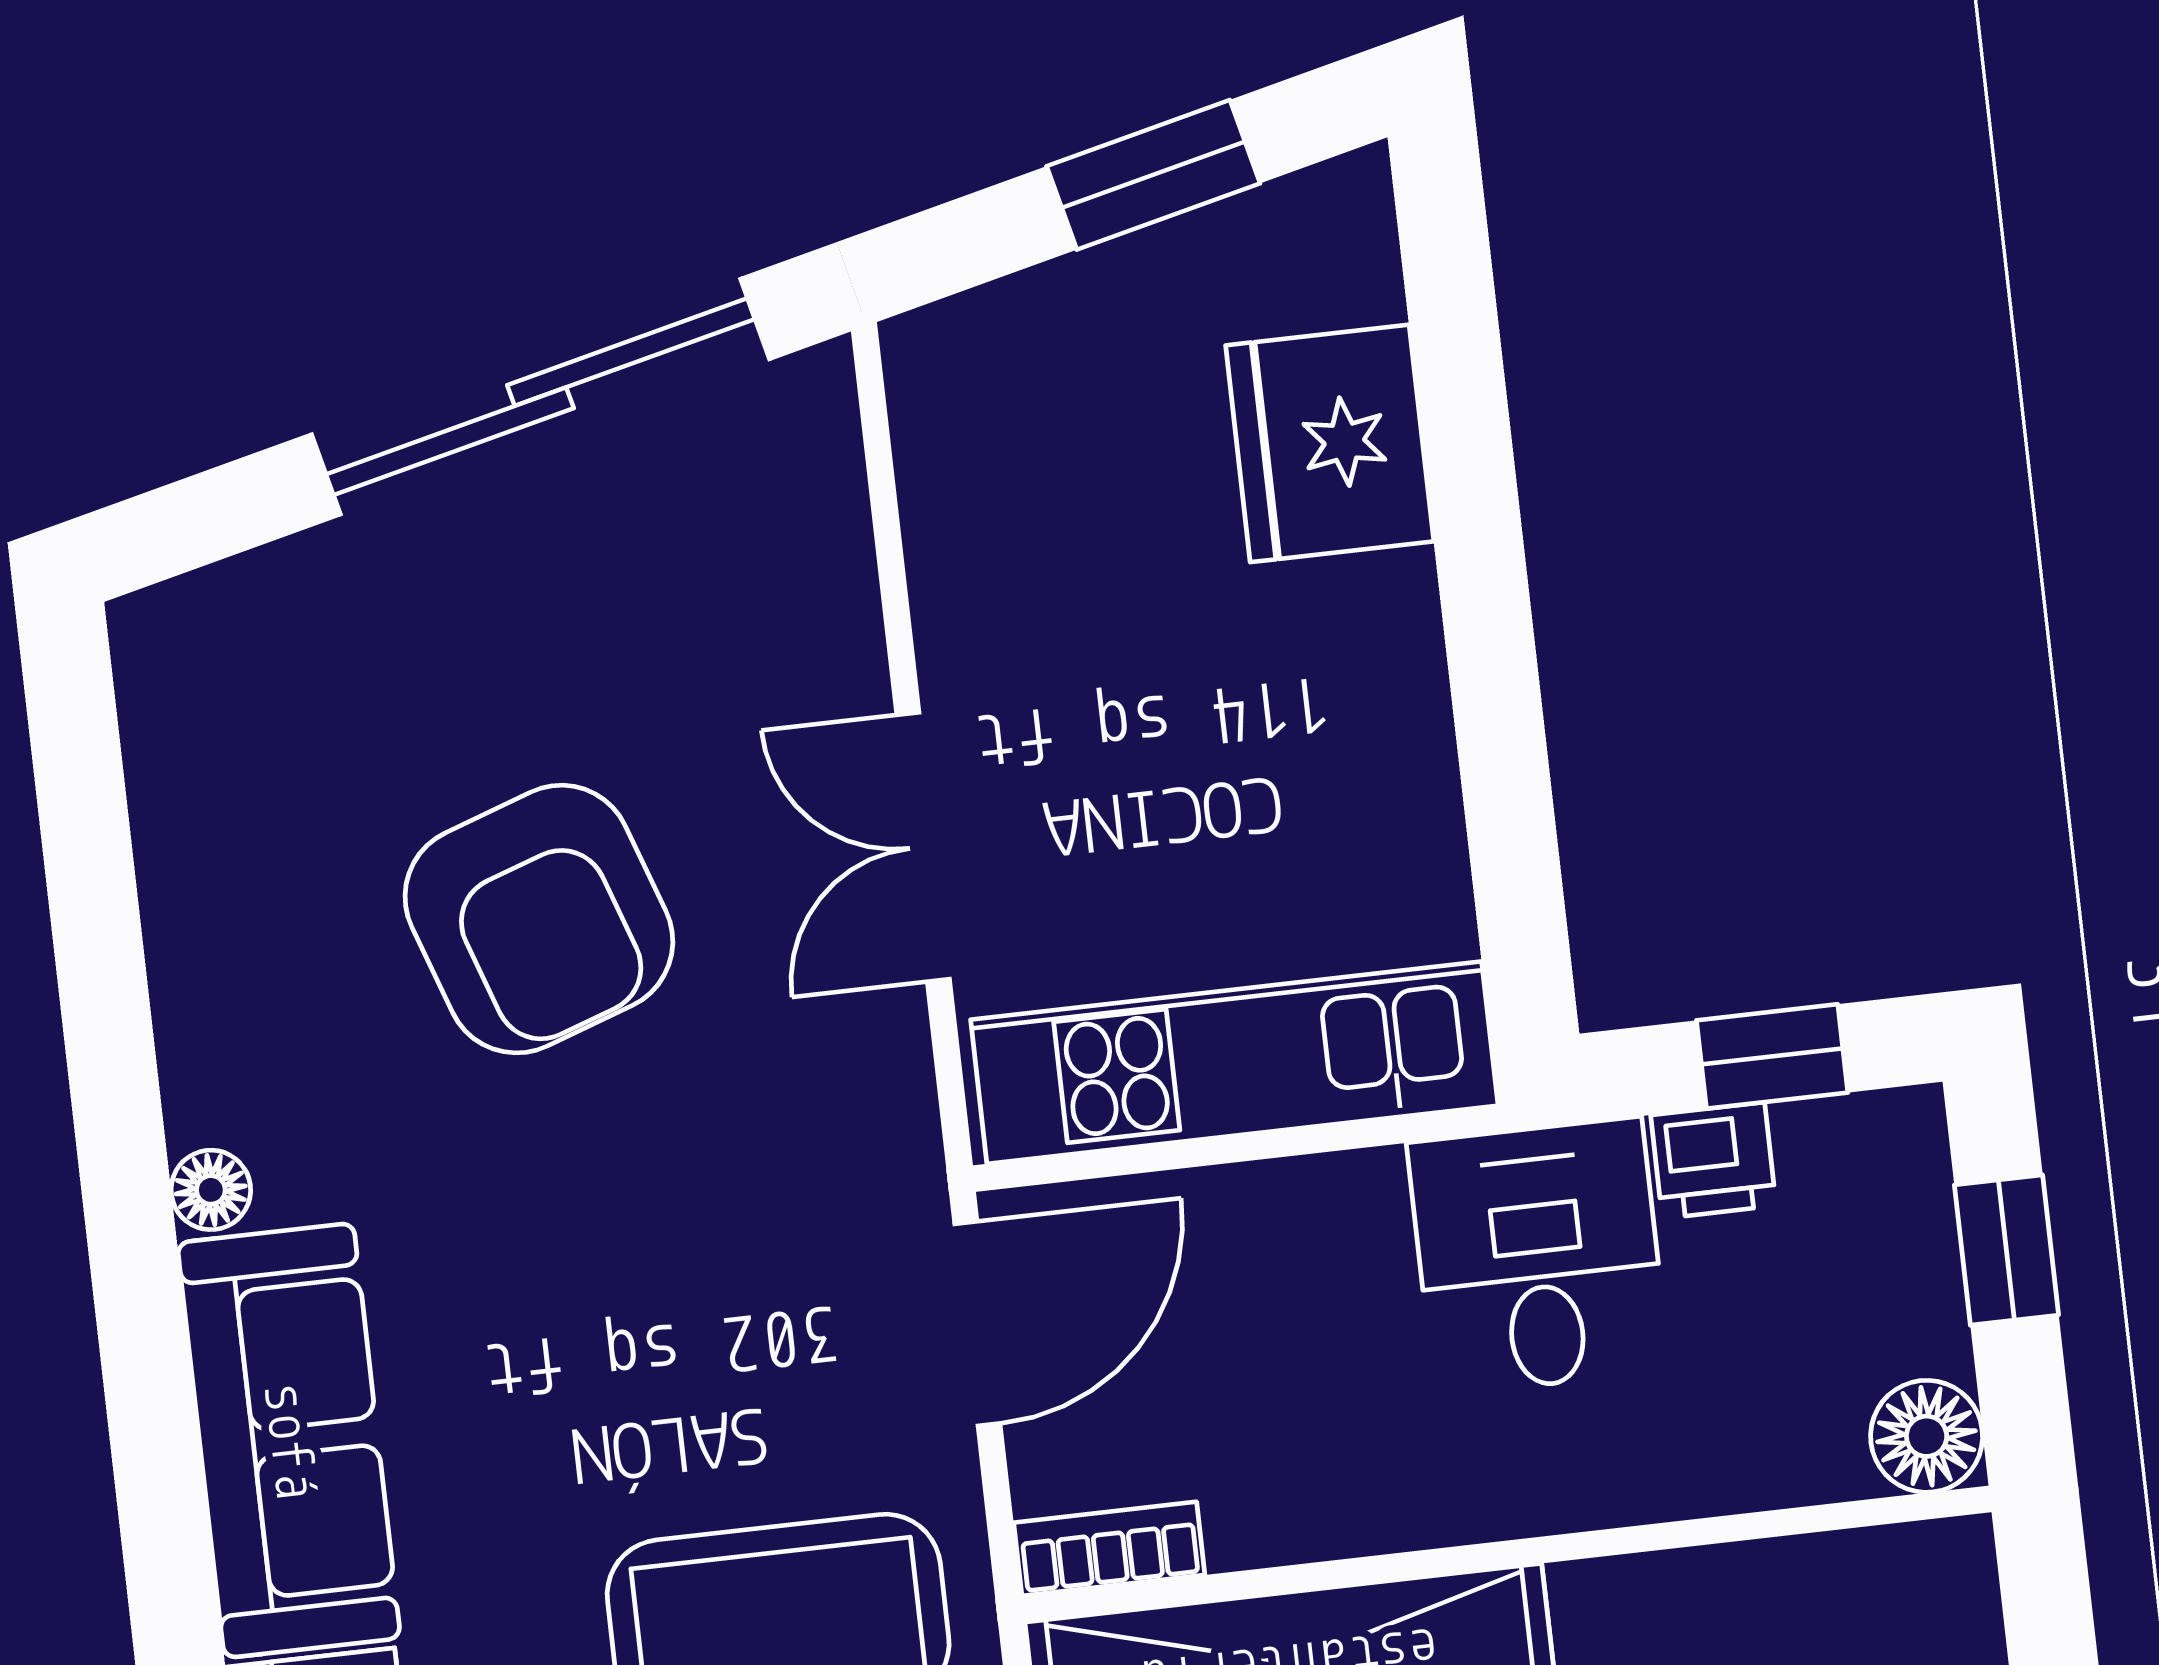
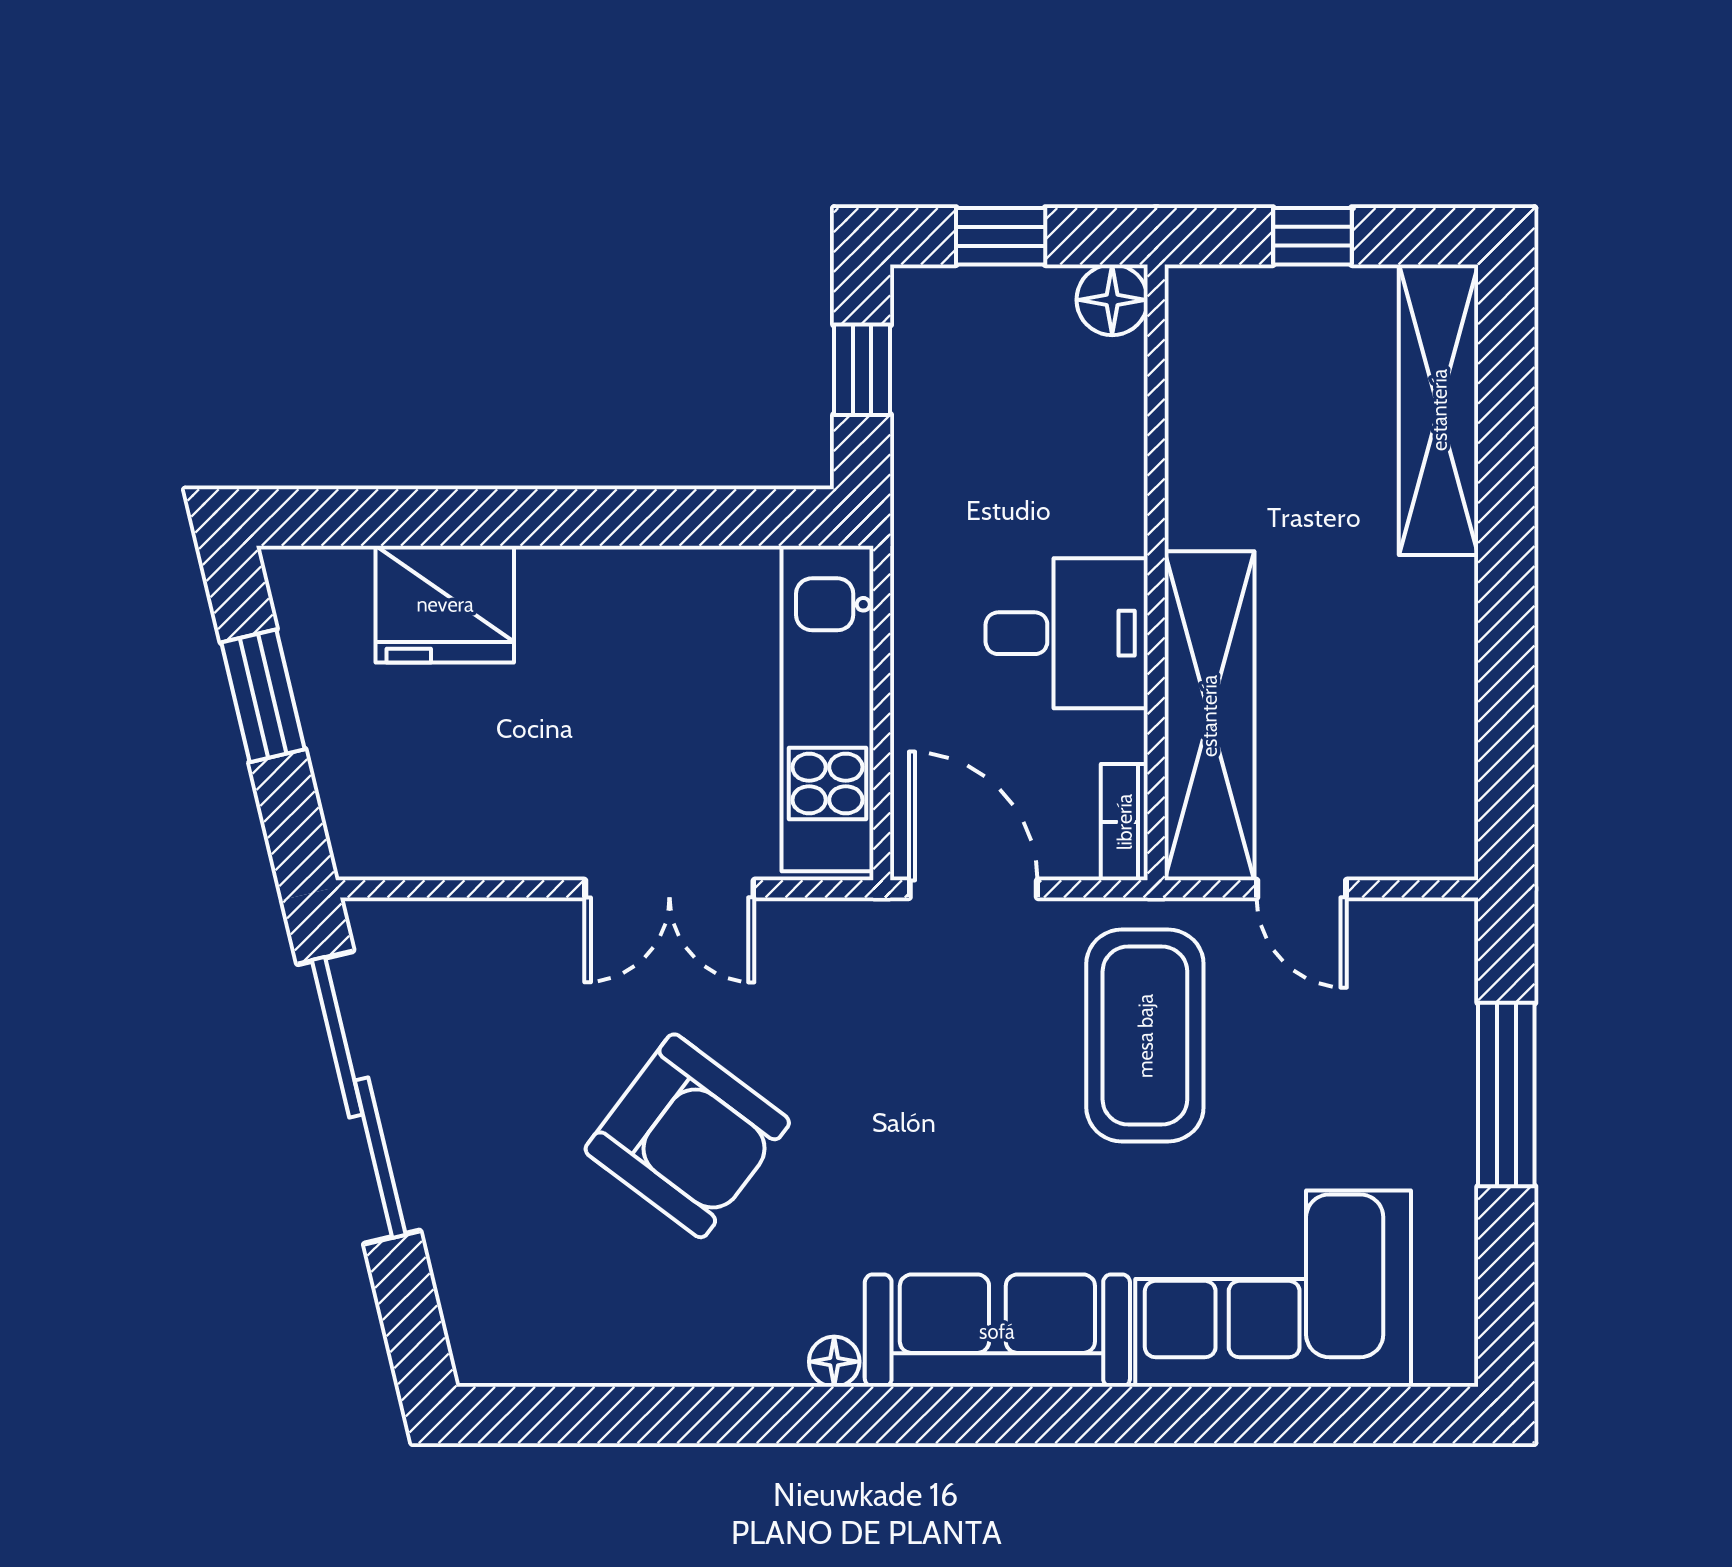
armchair: (539, 919) -> (687, 1136), turned 56
printer: (1713, 1160) -> (923, 414), removed
desk: (1538, 1257) -> (1067, 633), moved, turned 180

